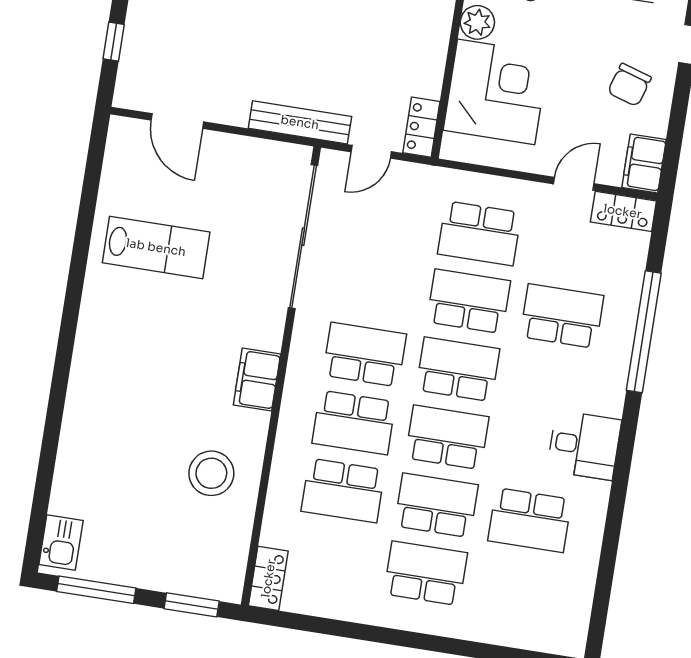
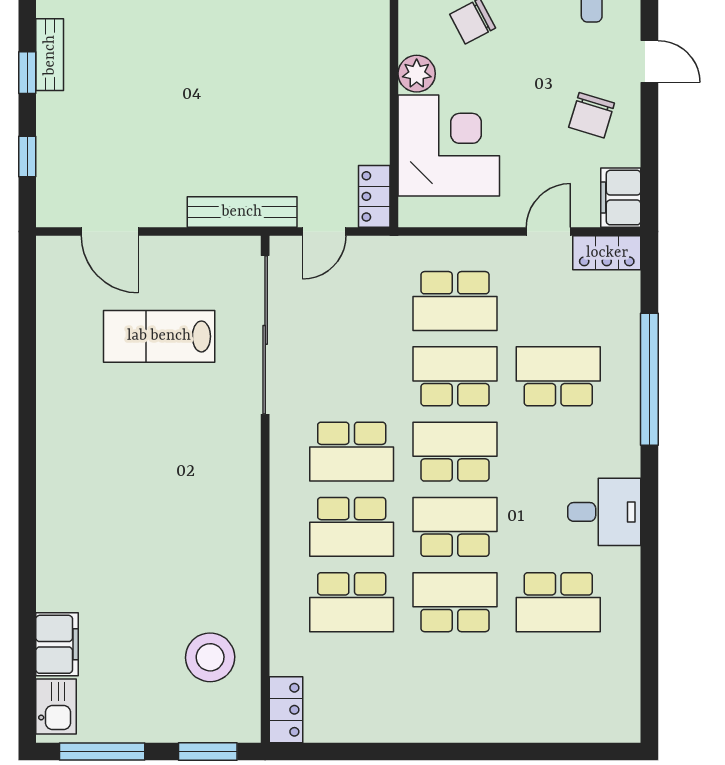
lab bench: (156, 247) -> (159, 336), moved, turned 180
school desk: (365, 355) -> (352, 452), turned 180
filing cabinet: (257, 380) -> (57, 644), moved, turned 180
stool: (211, 473) -> (210, 657), moved
school desk: (426, 573) -> (455, 677), removed

